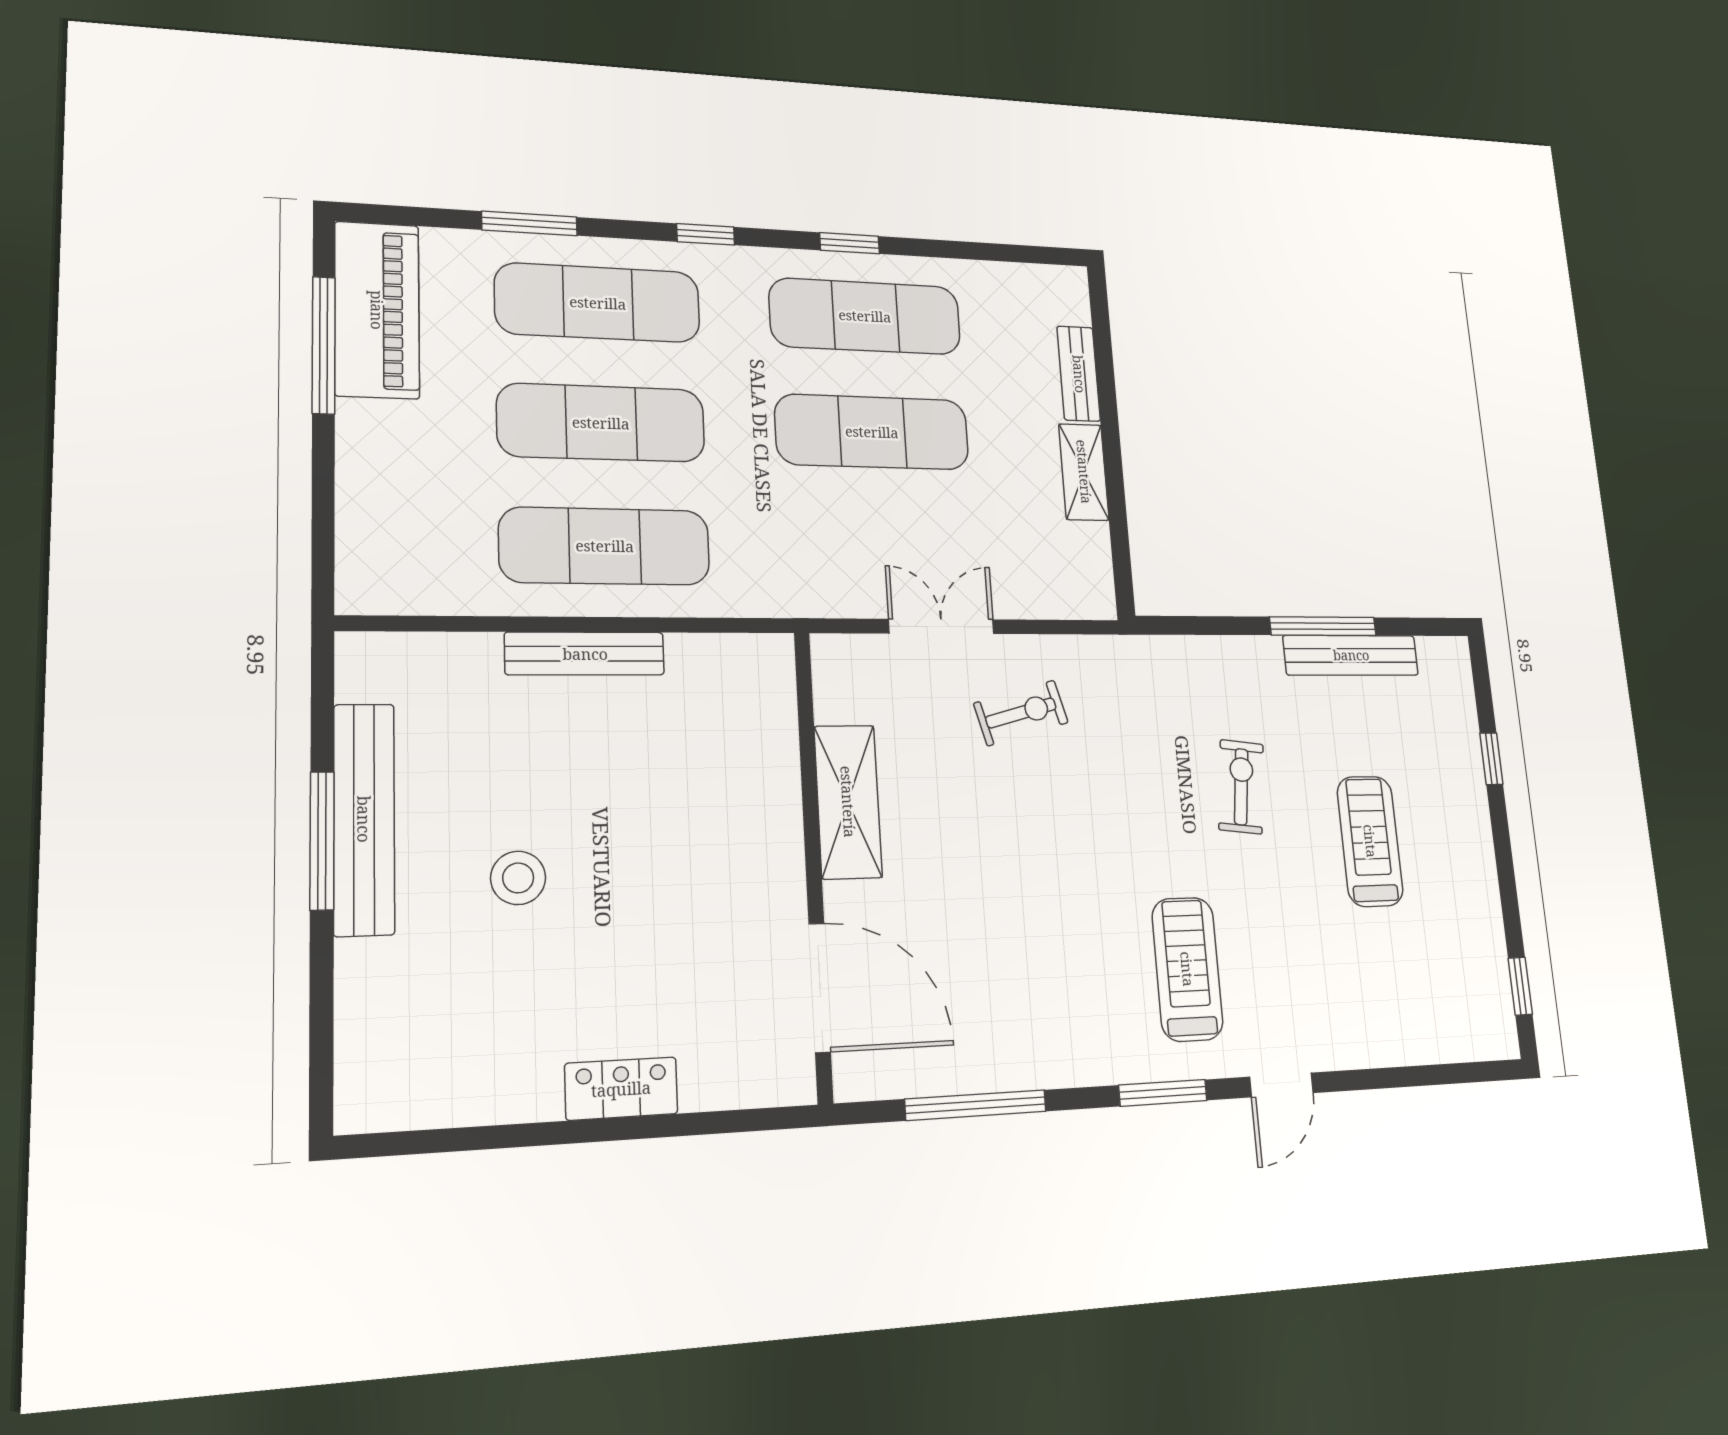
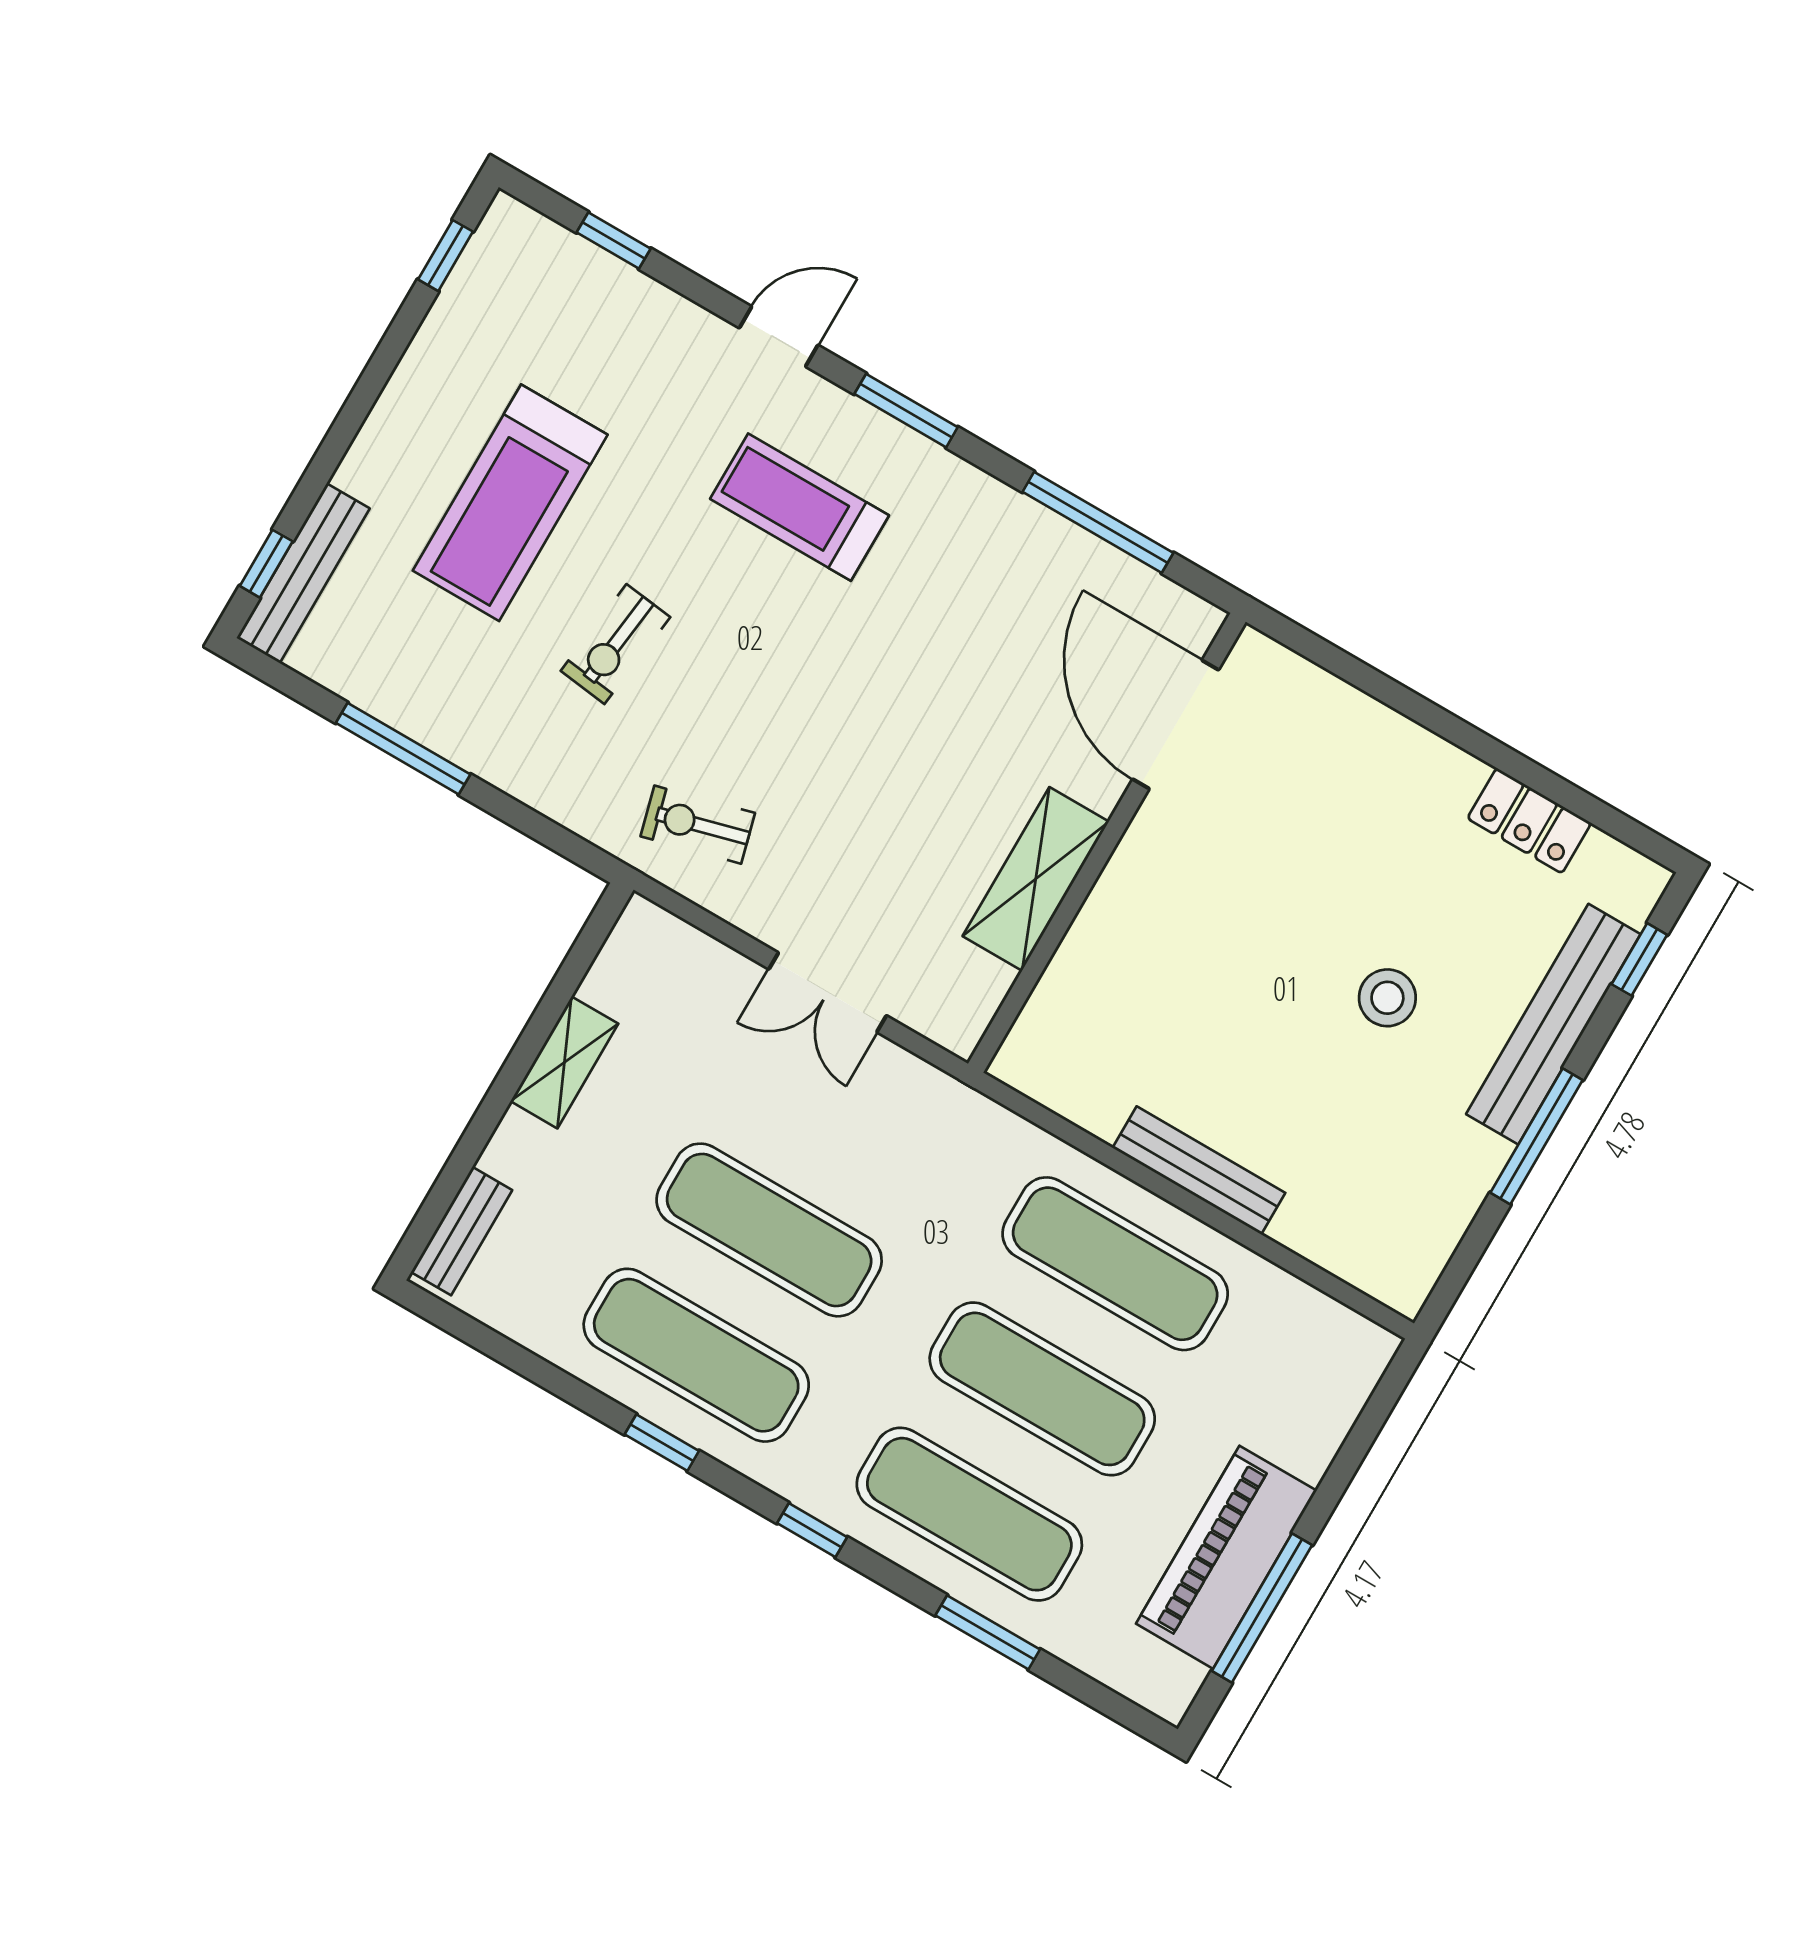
piano: (377, 310) -> (1226, 1557), moved
bench: (1079, 374) -> (462, 1231), moved
bench: (1351, 655) -> (303, 573), moved, turned 90
exercise bike: (1021, 713) -> (698, 825), moved
window: (1491, 759) -> (266, 564), moved
bench: (364, 819) -> (1553, 1024), moved
treadmill: (1370, 841) -> (510, 503), width x1.37, depth x1.38
treadmill: (1187, 969) -> (799, 507), turned 90
window: (321, 1042) -> (1639, 959), added
window: (1429, 1075) -> (614, 240), added
locker: (621, 1089) -> (1529, 821), moved

